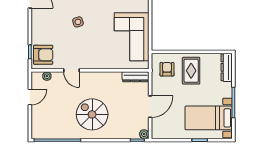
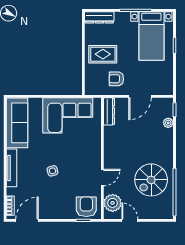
armchair: (167, 69) -> (116, 79), moved
plant: (47, 76) -> (113, 203), width x1.88, depth x1.88
door: (150, 107) -> (140, 96), swing flipped
spiral stairs: (92, 114) -> (151, 180), moved
plant: (144, 134) -> (168, 123), moved

